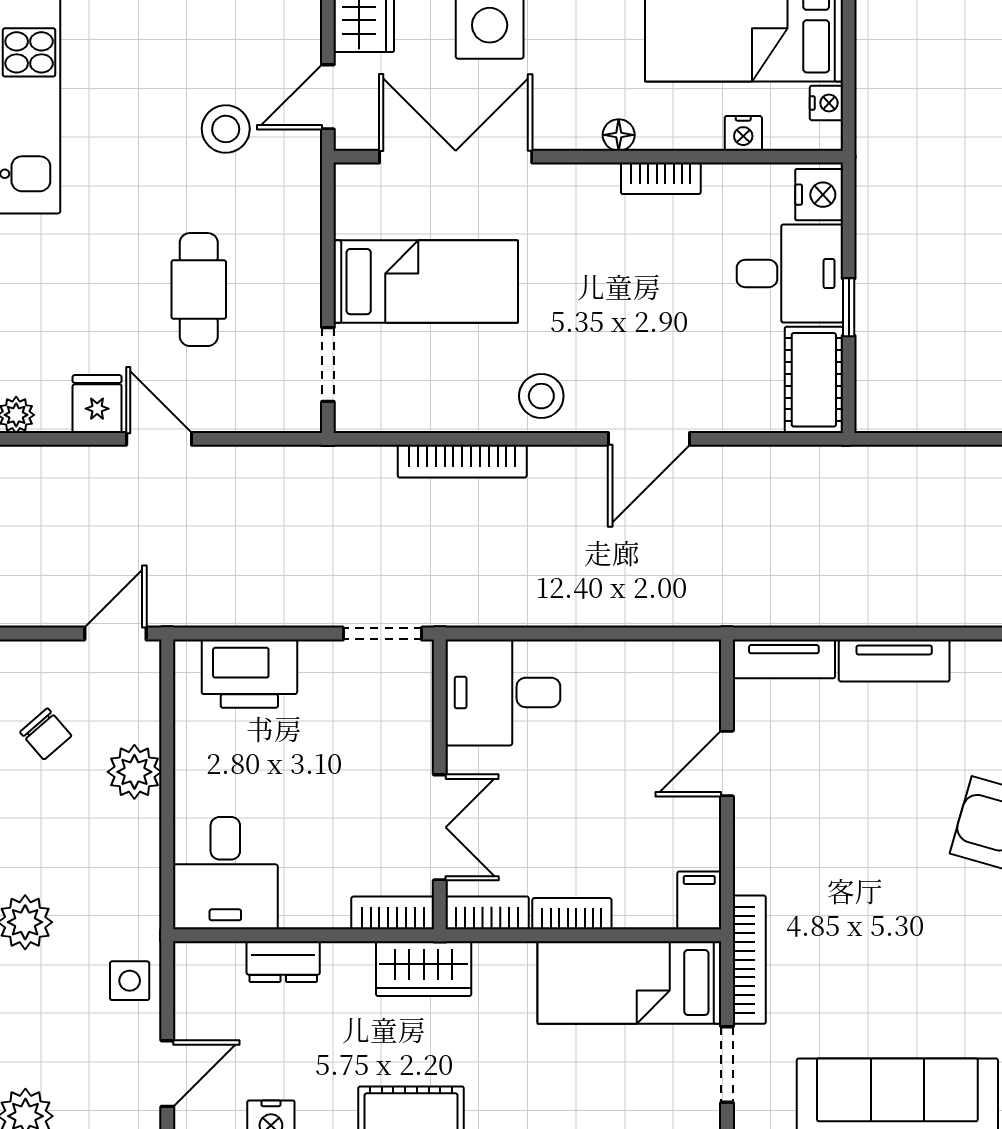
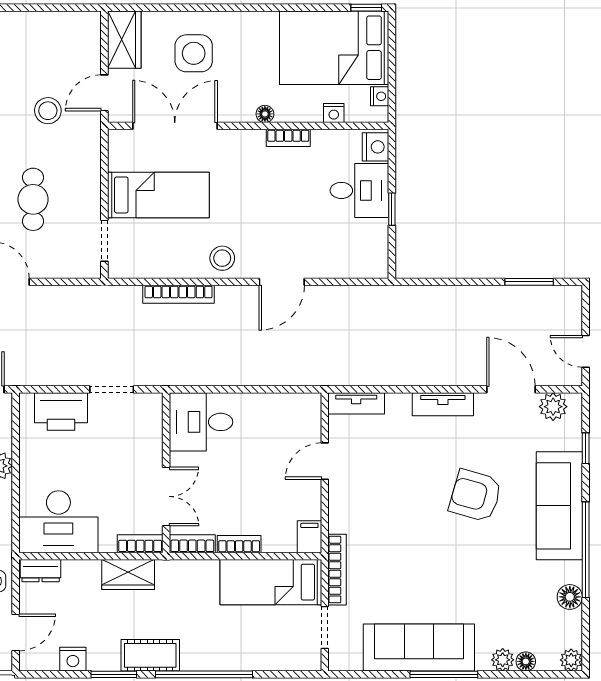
cot: (814, 380) -> (373, 249), removed
doorway: (382, 634) -> (112, 389), moved
tv unit: (894, 661) -> (443, 404), moved
desk: (225, 873) -> (58, 522), width x1.37
dresser: (283, 962) -> (41, 571), moved
wardrobe: (424, 969) -> (128, 574), moved

